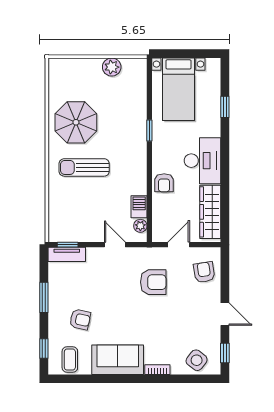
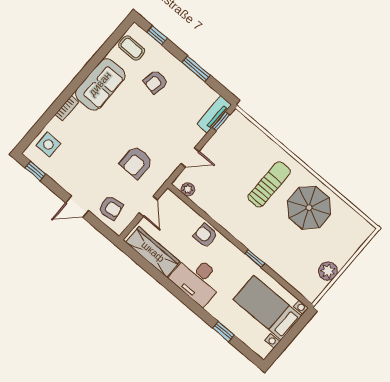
barbecue: (139, 207) -> (203, 201), removed
door: (225, 314) -> (77, 207), moved
side table: (197, 360) -> (48, 145), turned -38

